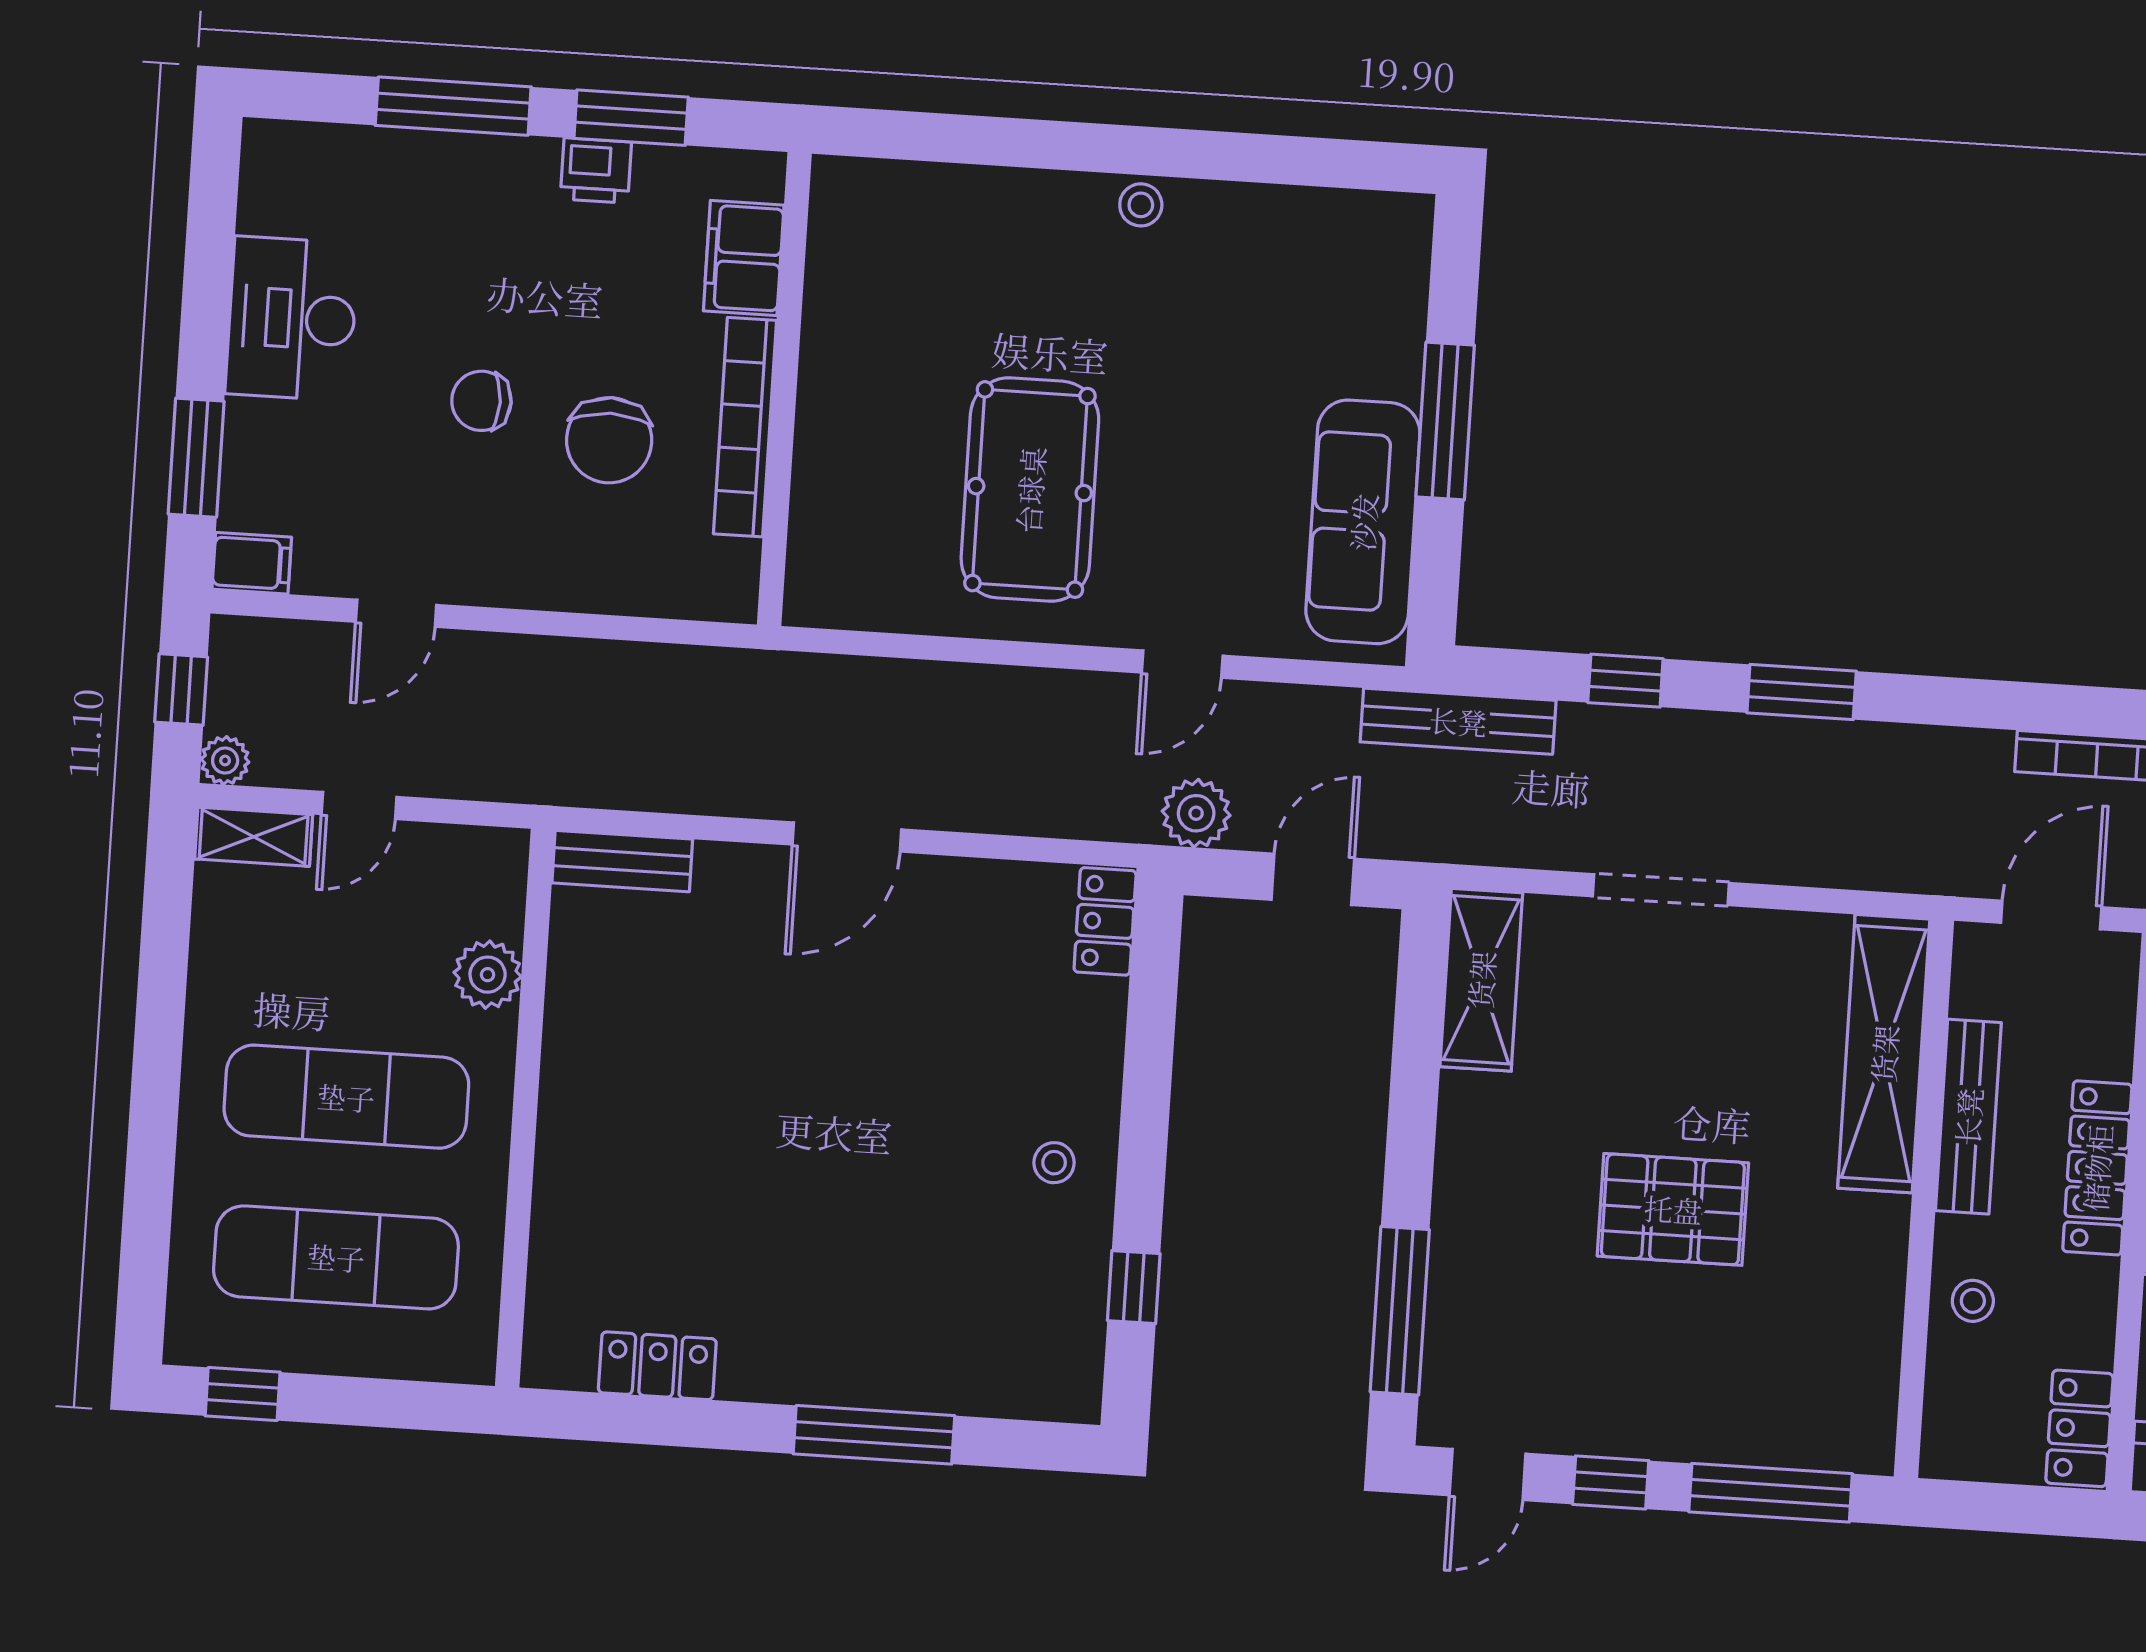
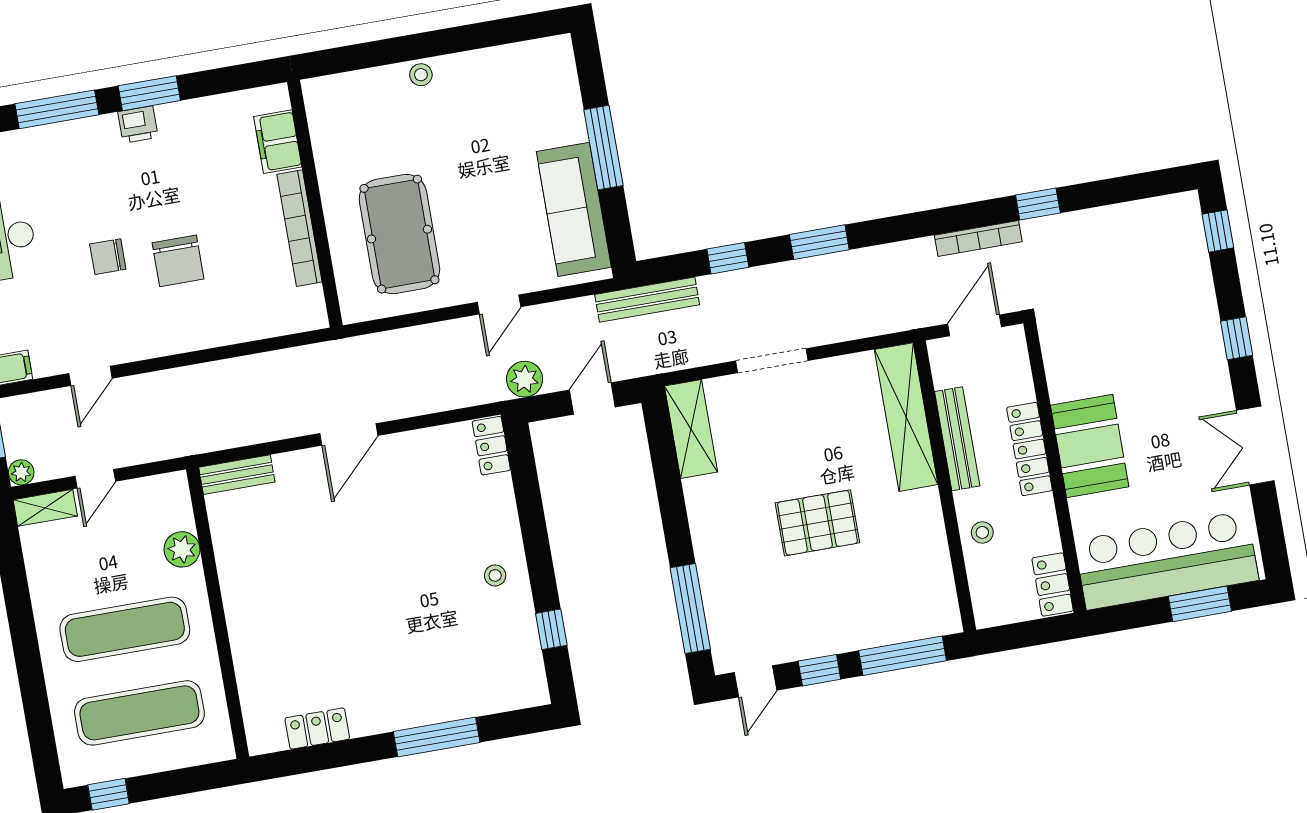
filing cabinet: (744, 258) -> (278, 142), moved
wall: (784, 389) -> (315, 204), moved
bookcase: (745, 427) -> (299, 228), moved

